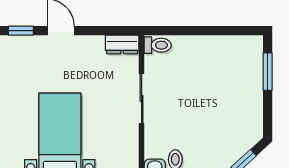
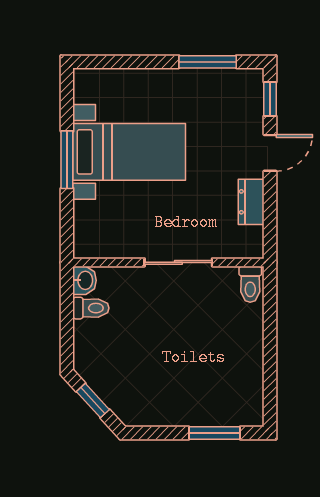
dresser: (122, 44) -> (251, 202), moved

